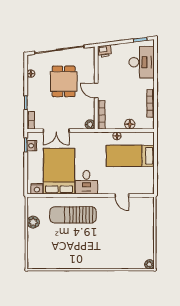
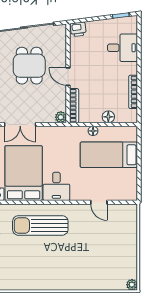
desk: (142, 62) -> (123, 48), width x0.73

